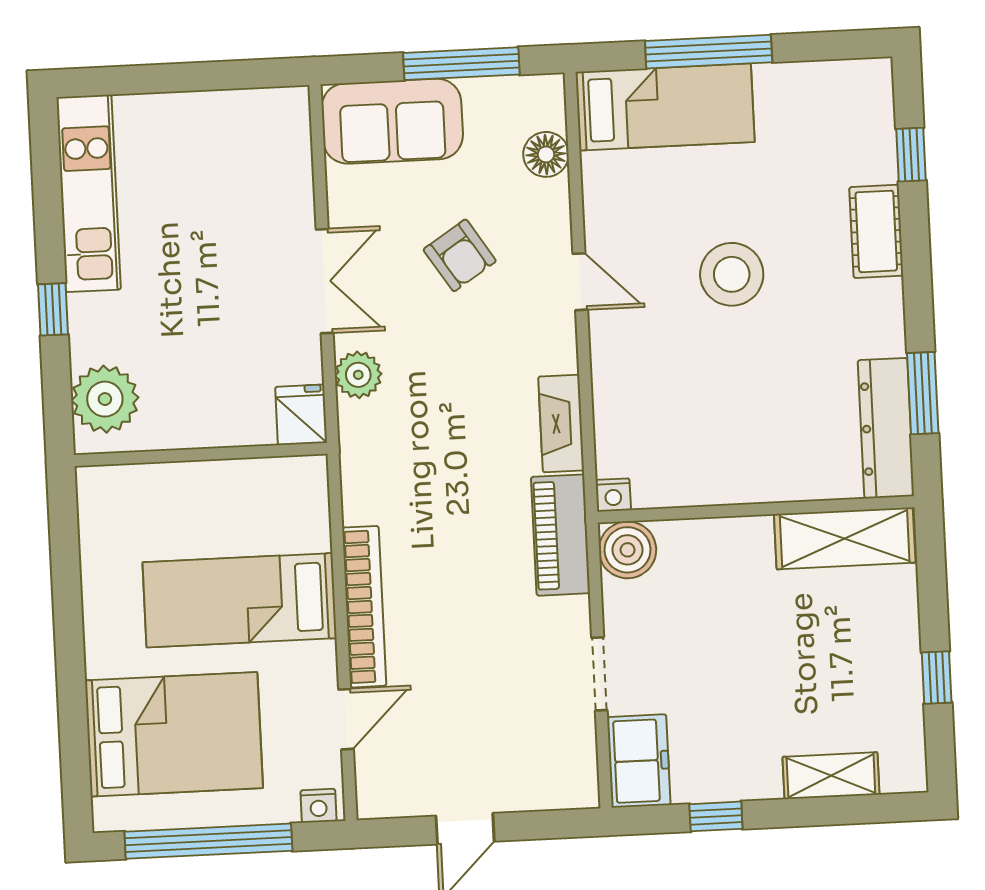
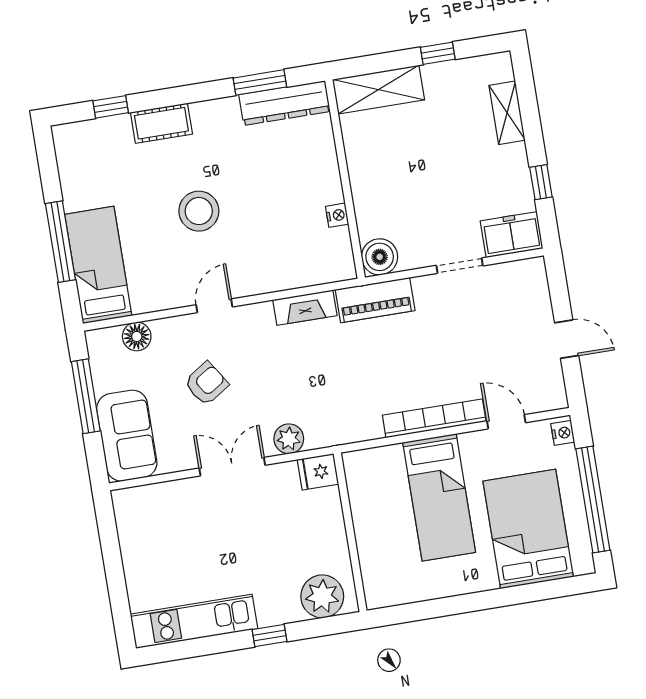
nightstand: (613, 495) -> (337, 215), moved
shelving: (845, 538) -> (378, 90), moved, turned 90

